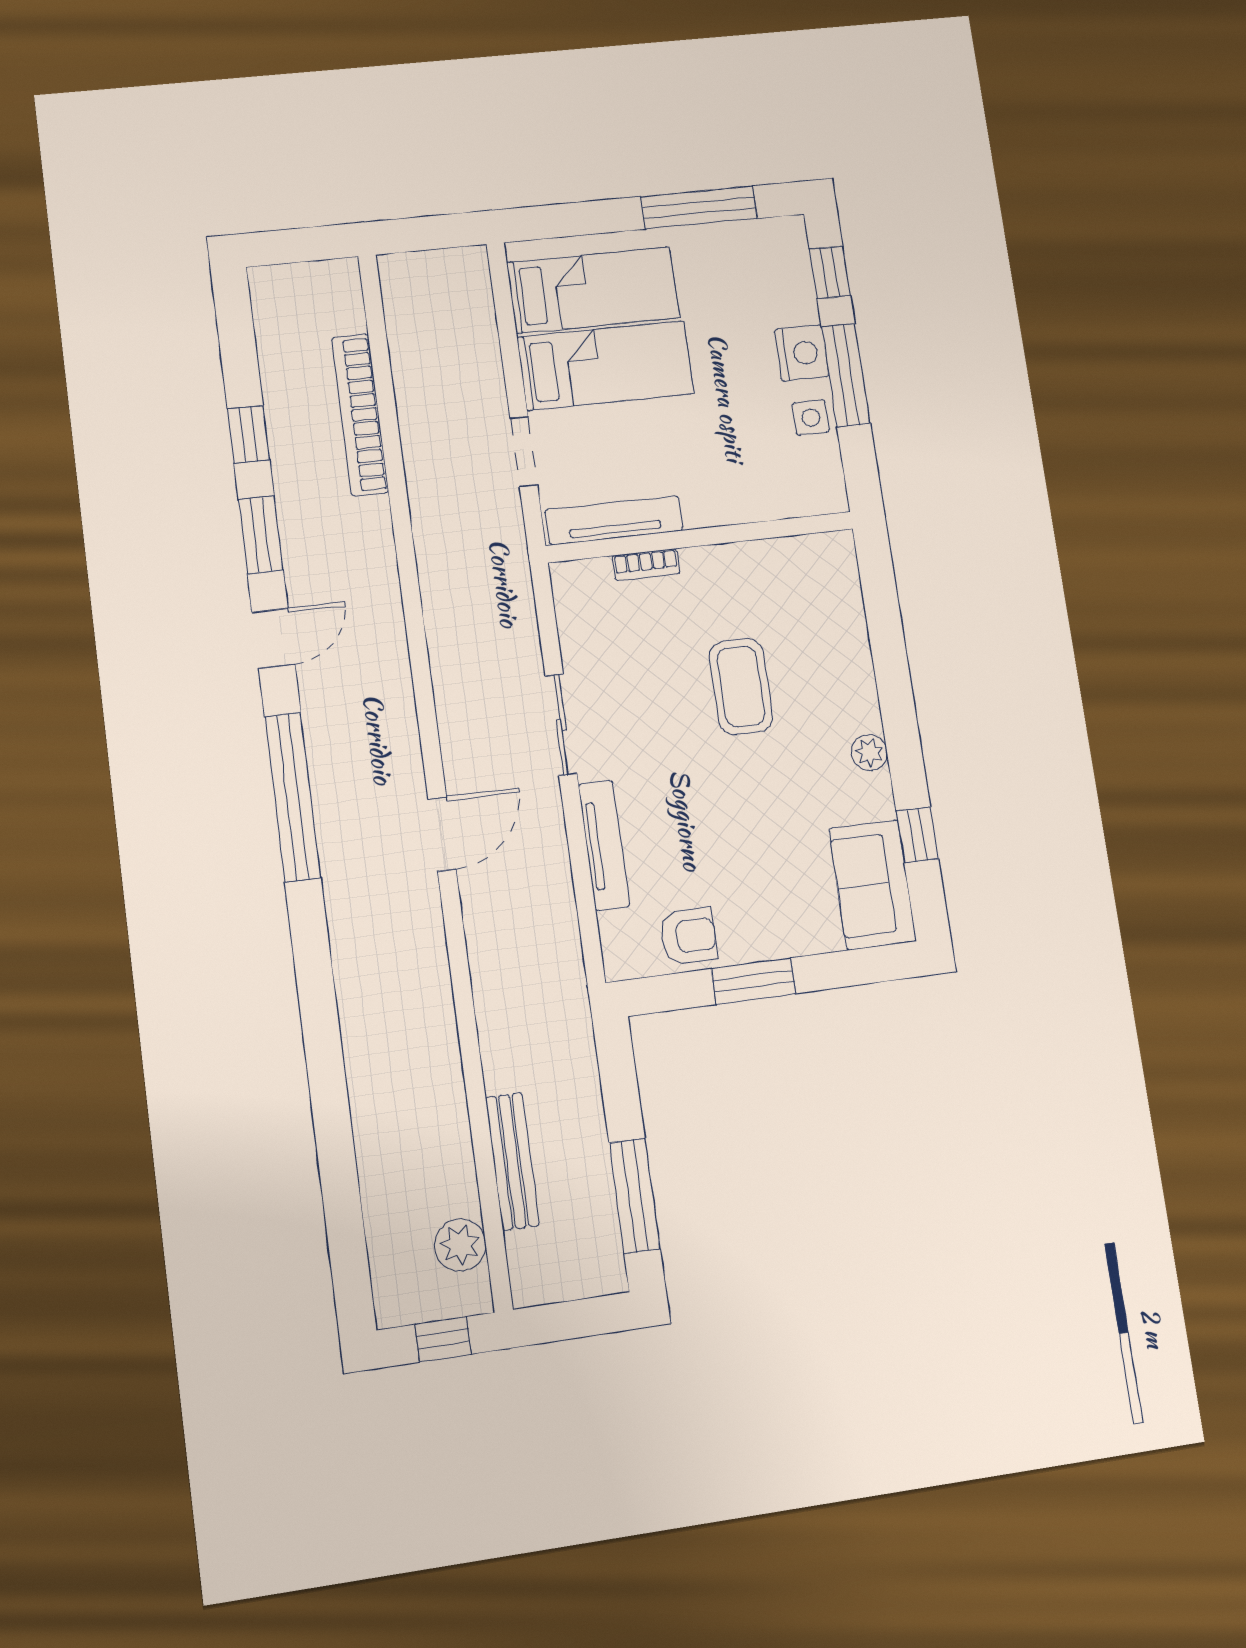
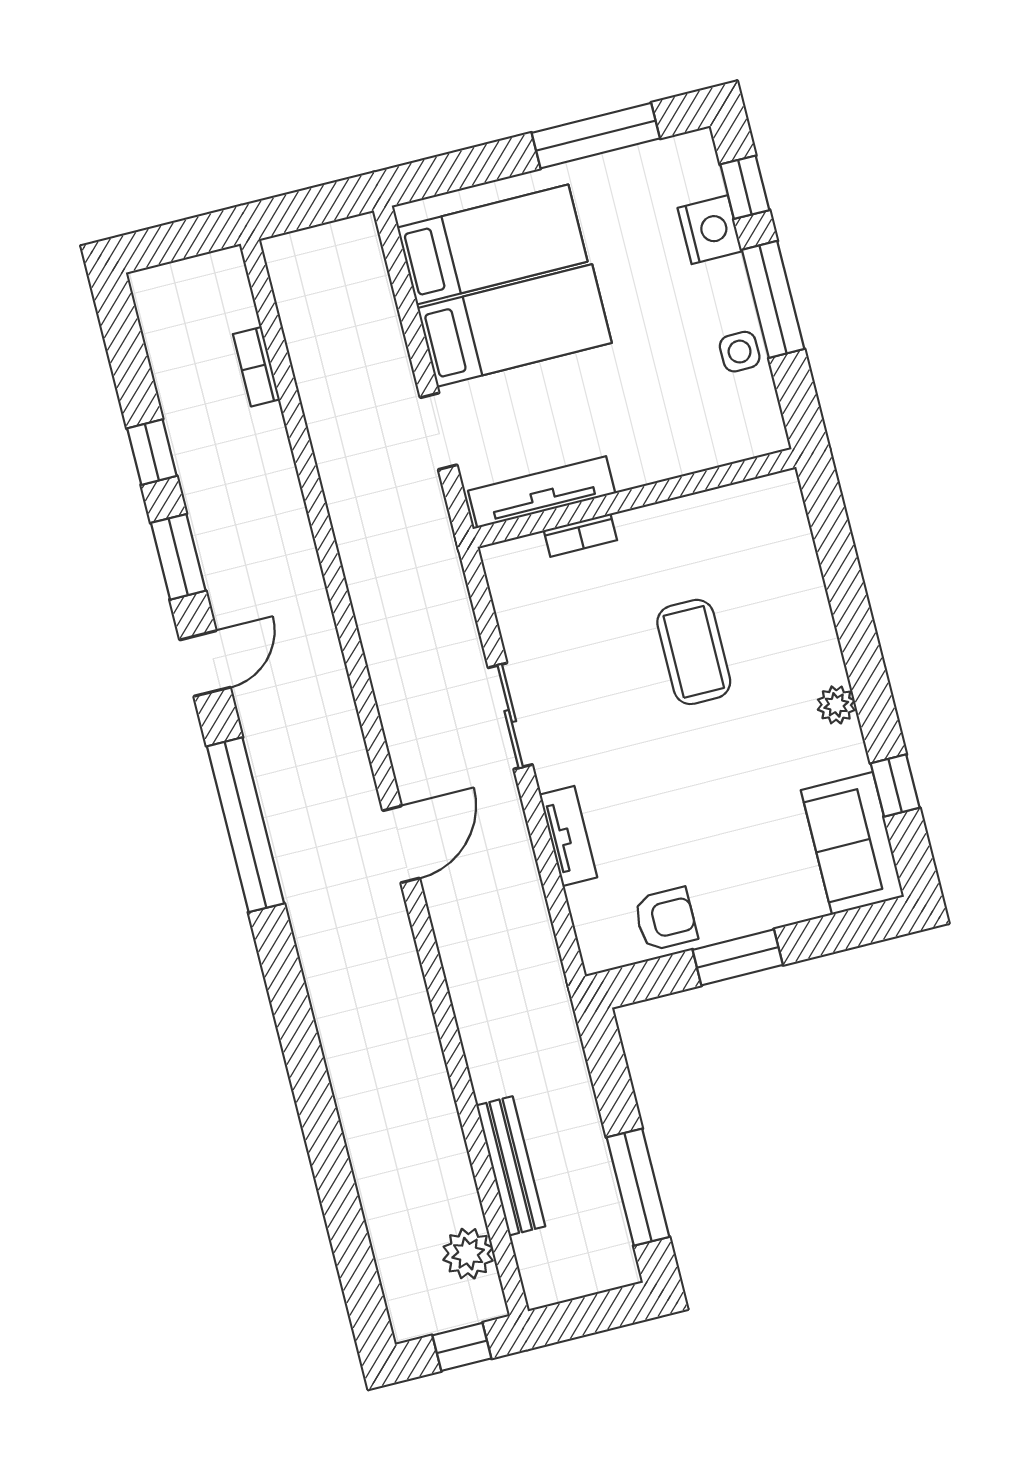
nightstand: (802, 353) -> (710, 230), moved
bookcase: (360, 415) -> (256, 367), width x0.43, depth x0.76
tv unit: (604, 845) -> (568, 836), width x0.71

